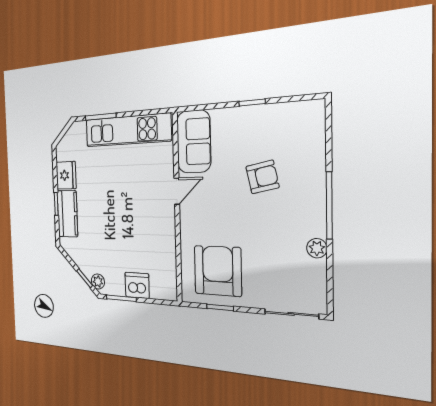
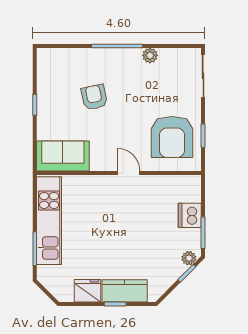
door: (177, 191) -> (129, 173), moved
armchair: (218, 271) -> (172, 137), turned -90

